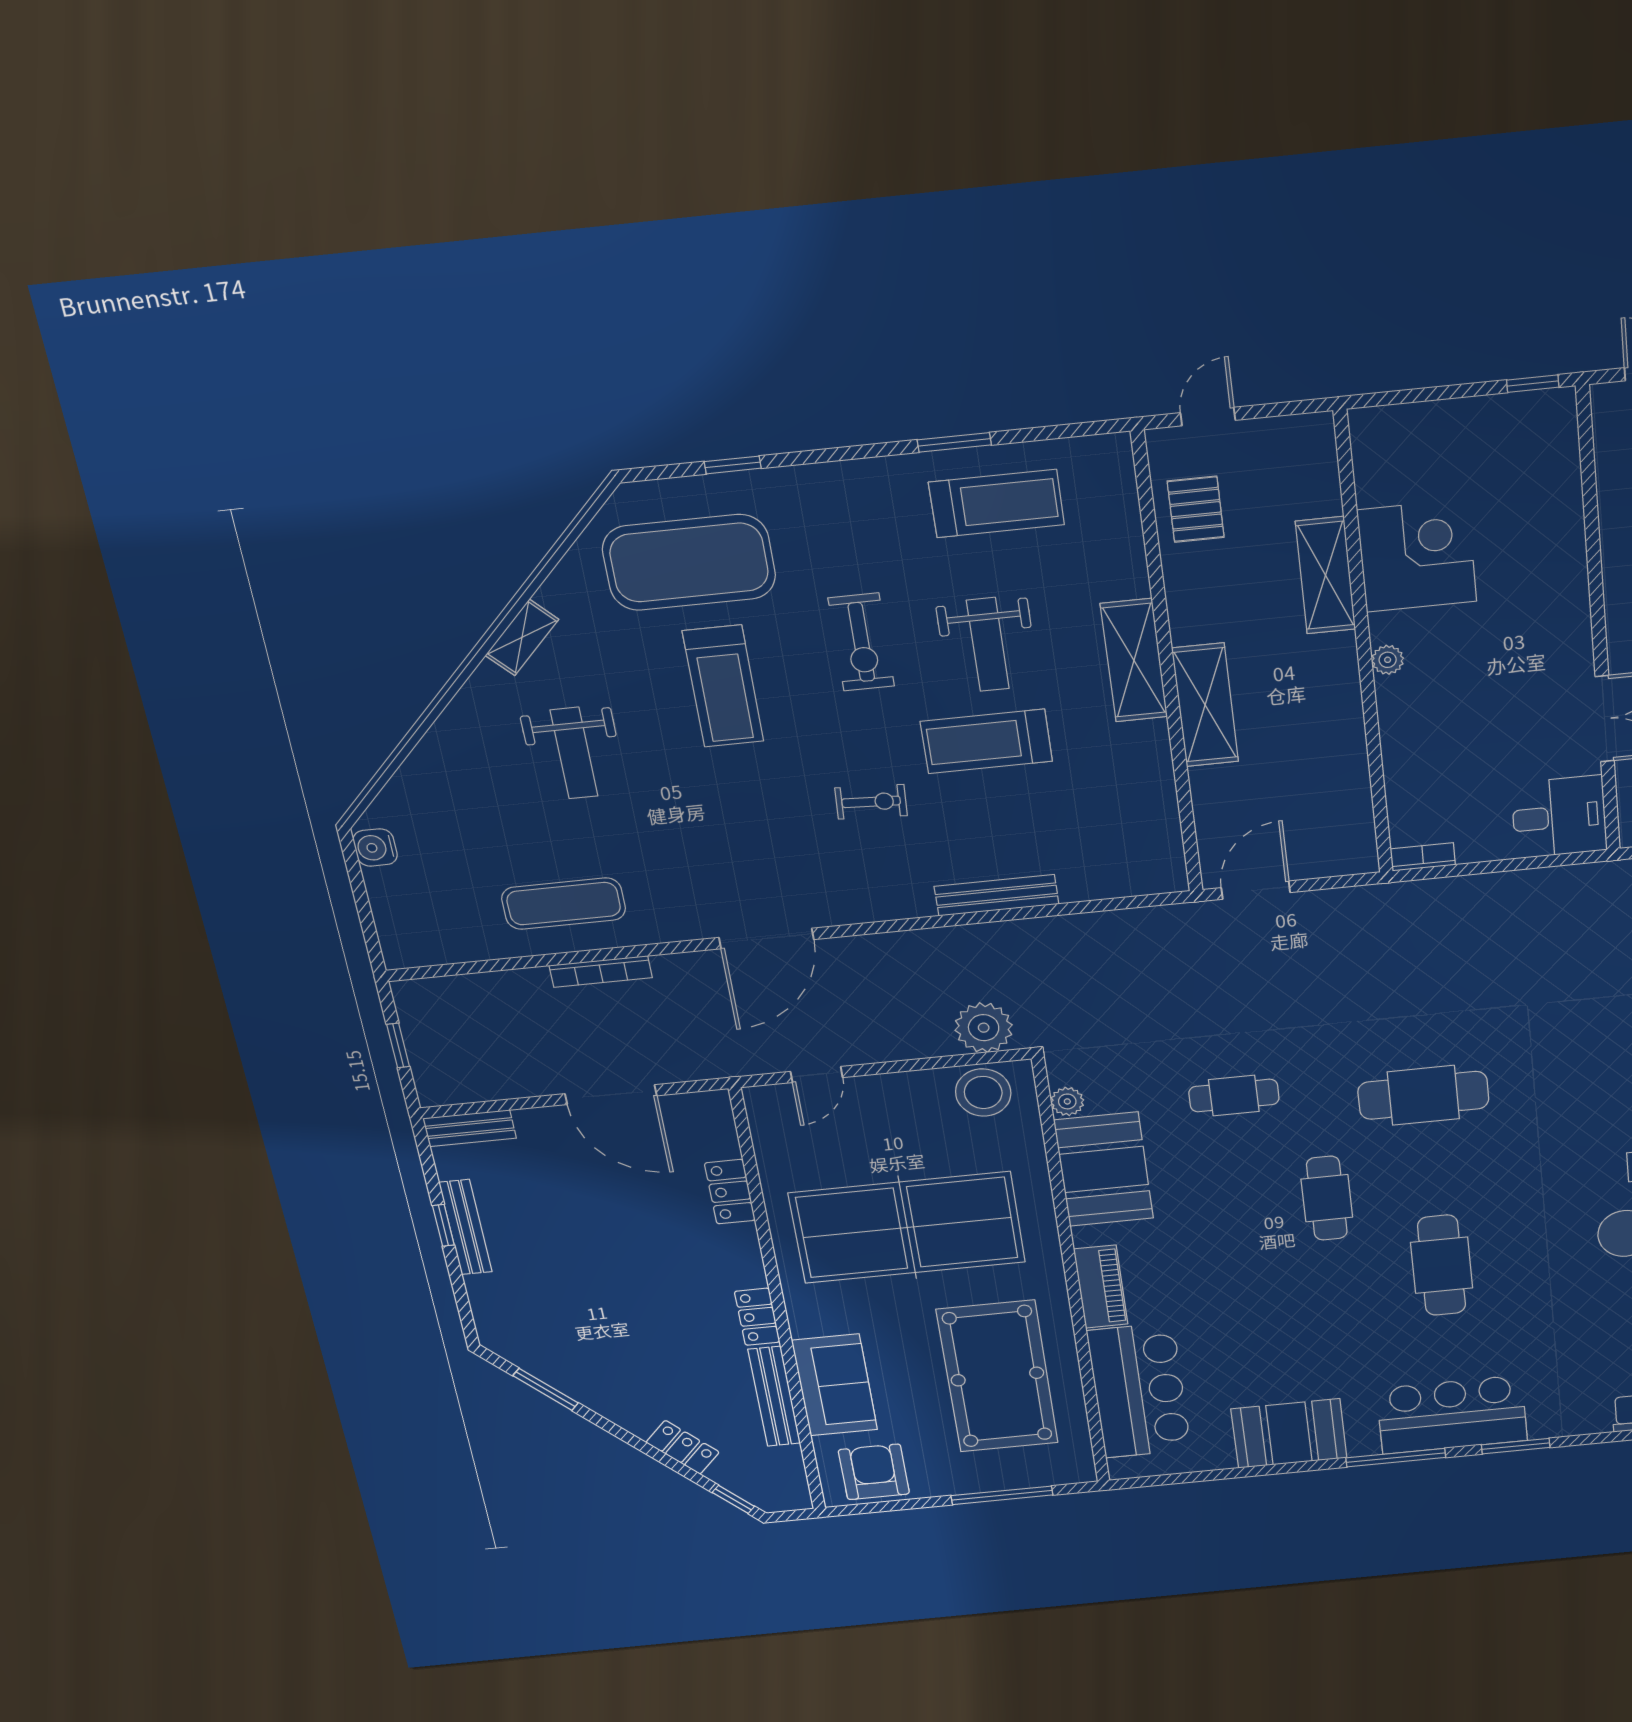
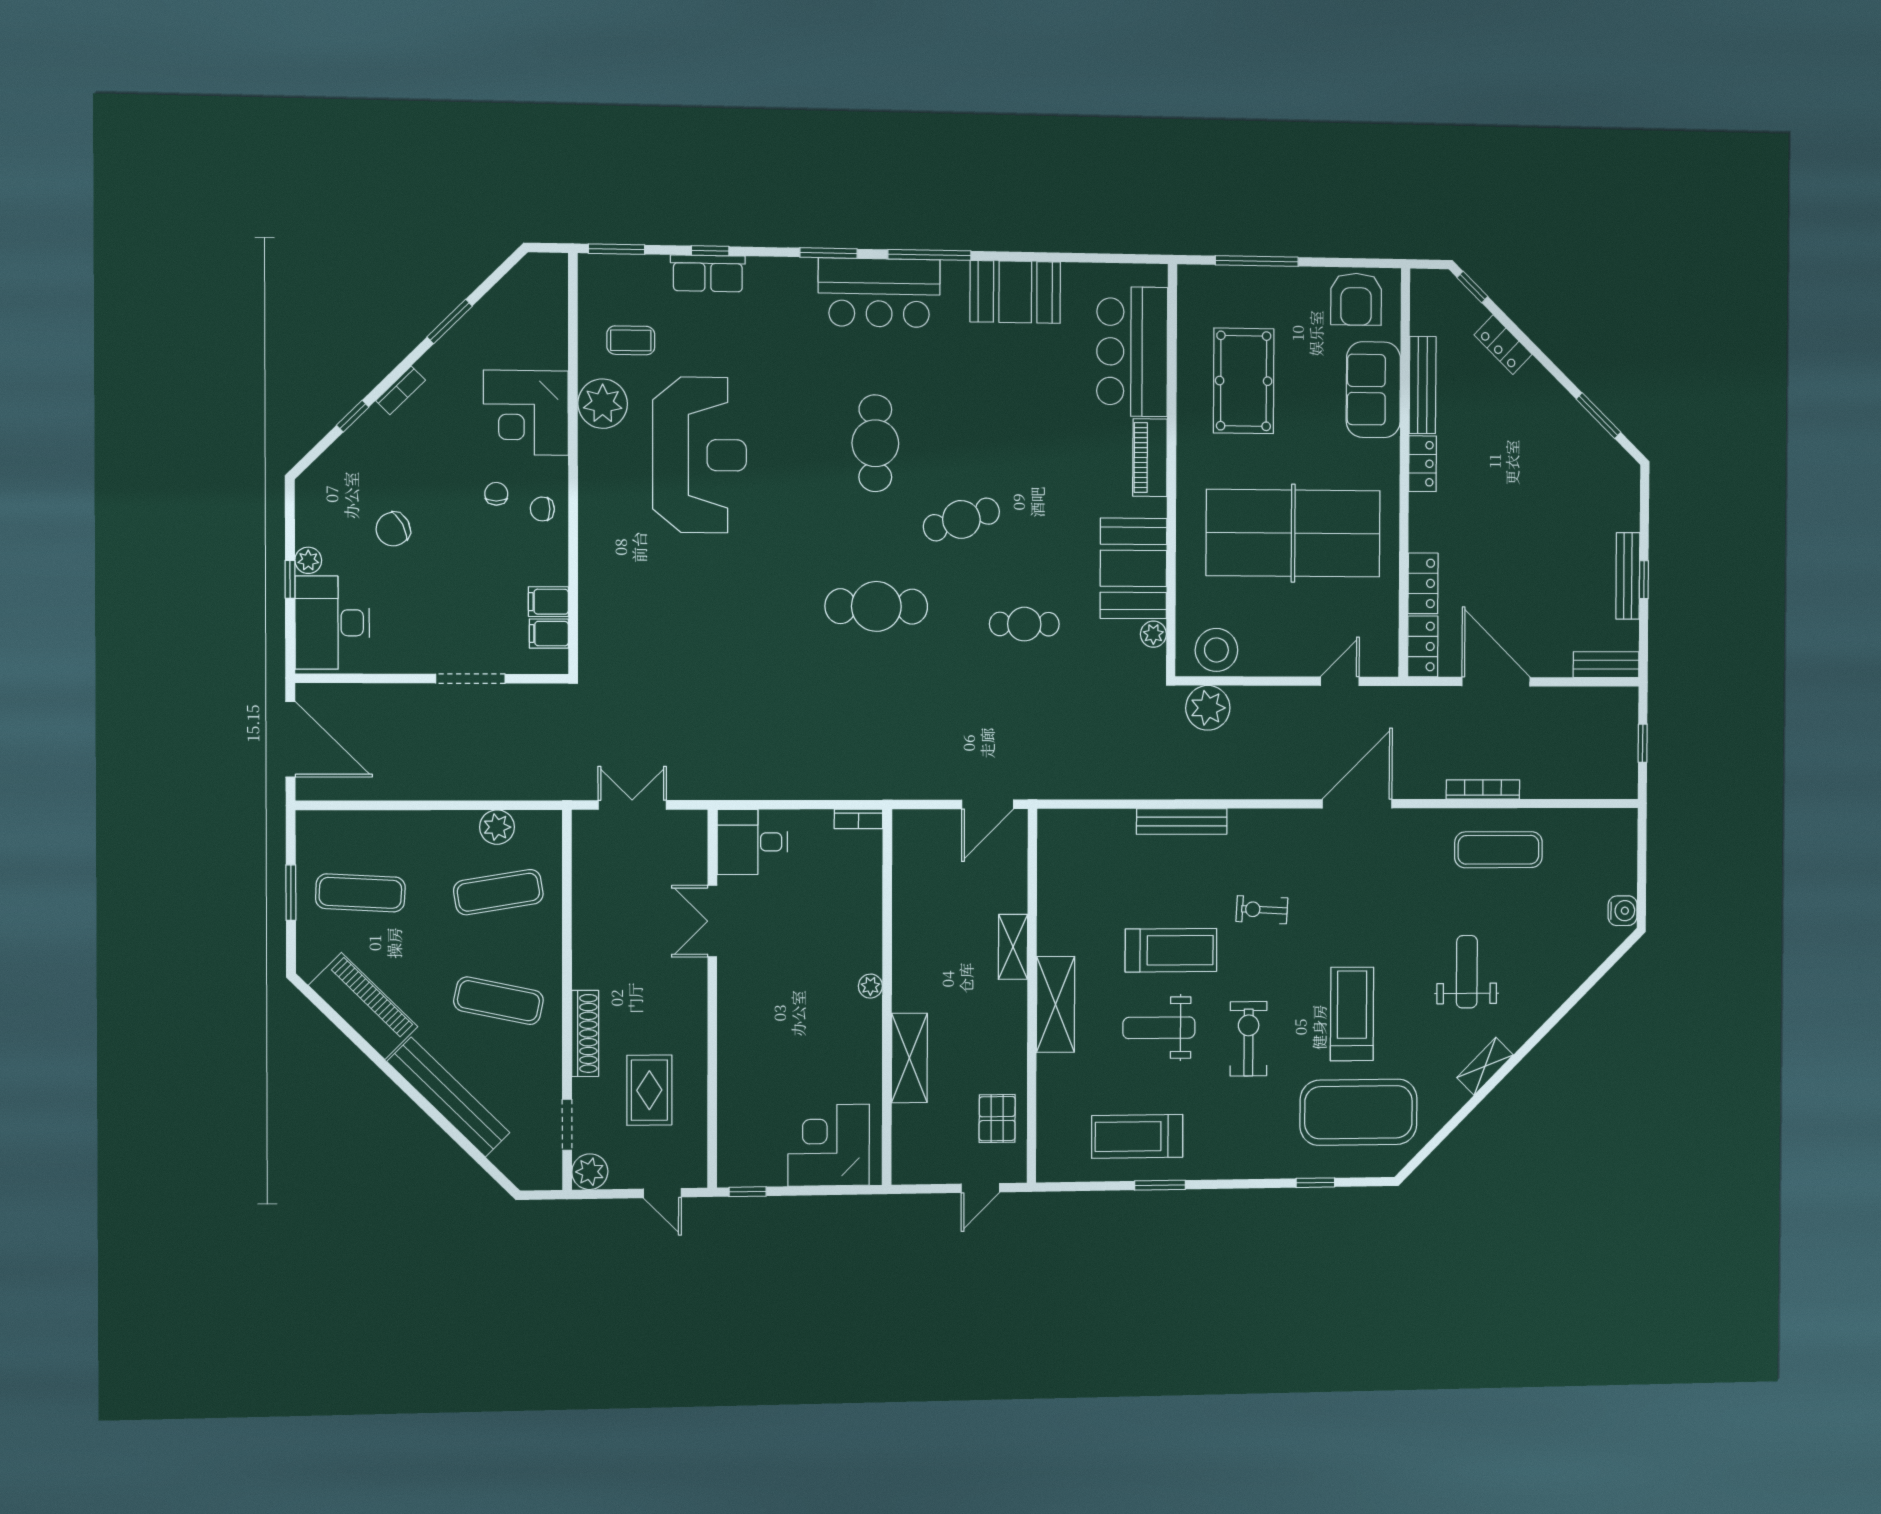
corner desk: (1417, 556) -> (829, 1145), moved, turned 90
weight bench: (988, 644) -> (1159, 1028), turned -90
shelving: (1205, 705) -> (1013, 947), width x0.67, depth x0.75
locker: (716, 1124) -> (1423, 646), added
cafe table: (1327, 1198) -> (961, 519), turned 72
pool table: (997, 1377) -> (1244, 381), width x0.73, depth x0.76

